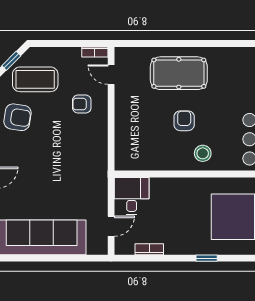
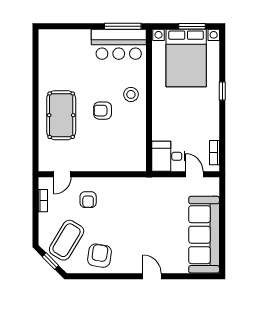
bookcase: (95, 52) -> (43, 201), moved
coffee table: (35, 79) -> (67, 240), turned 31
bookcase: (149, 249) -> (214, 153), moved

